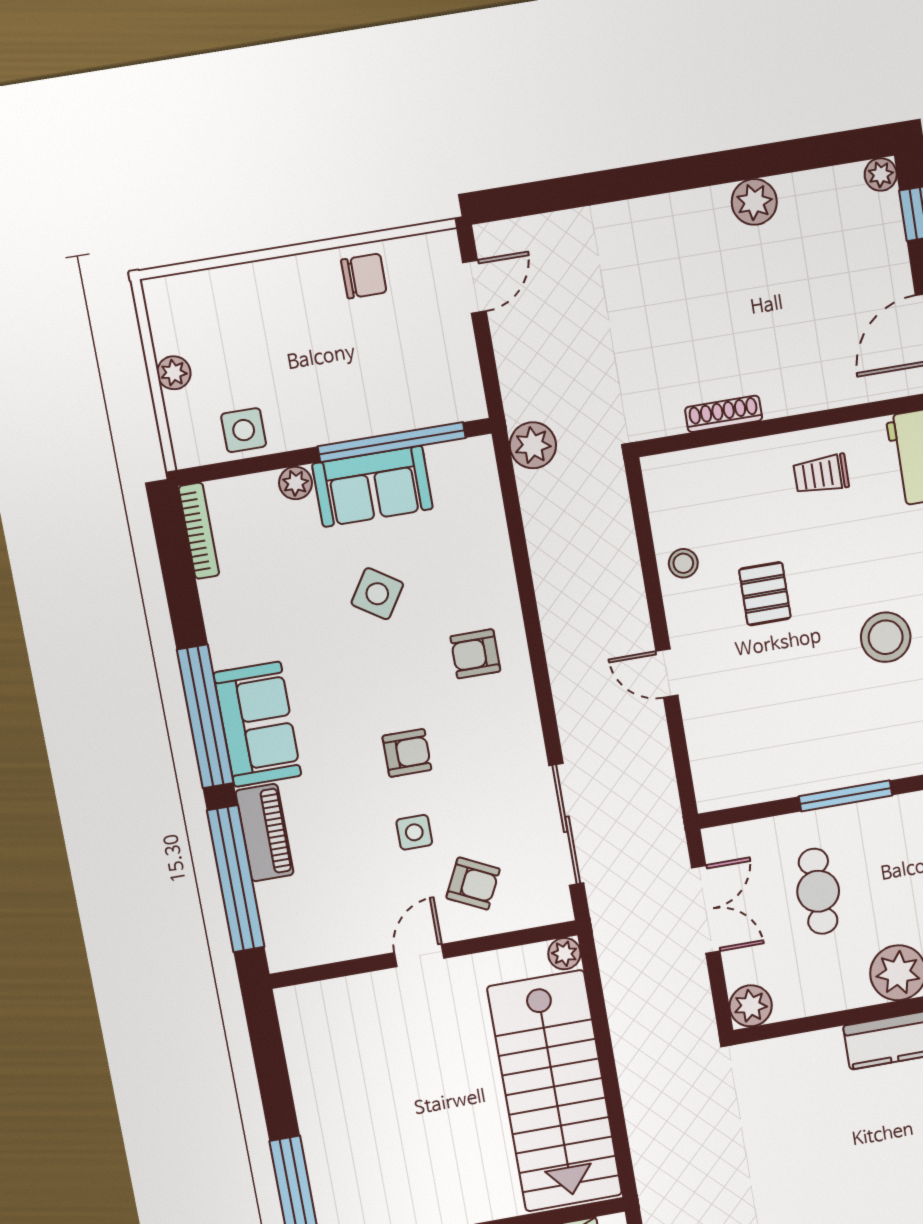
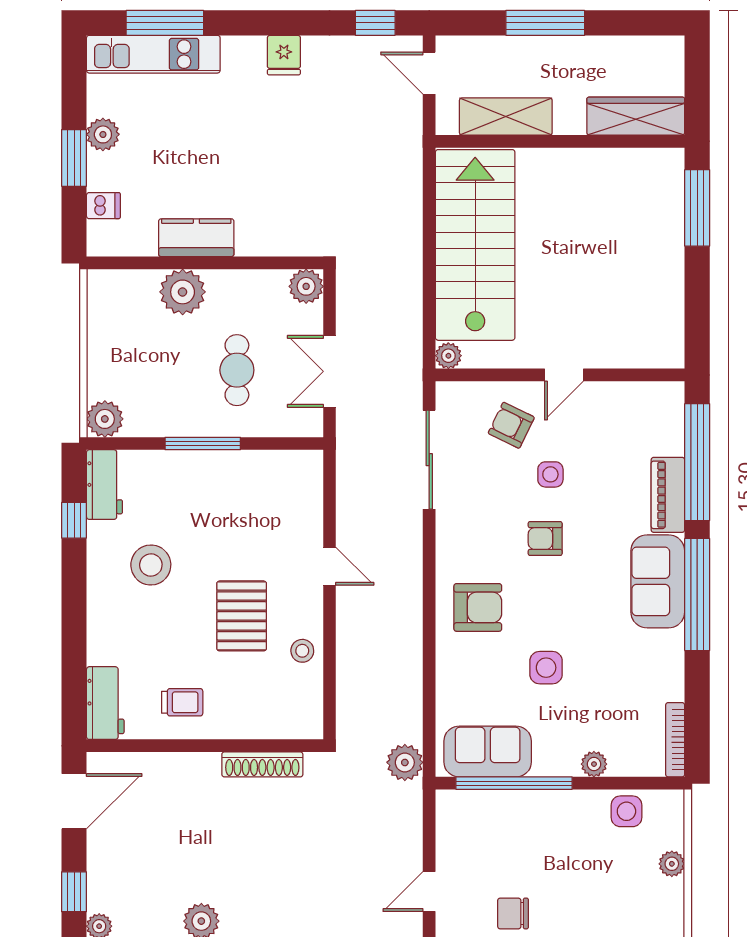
shoe rack: (724, 414) -> (262, 764), width x1.36, depth x1.24
sofa: (373, 486) -> (488, 752), moved
side table: (377, 594) -> (546, 668), turned -33
pallet: (765, 594) -> (242, 616), width x1.50, depth x1.42
armchair: (475, 654) -> (478, 607), width x1.38, depth x1.38

